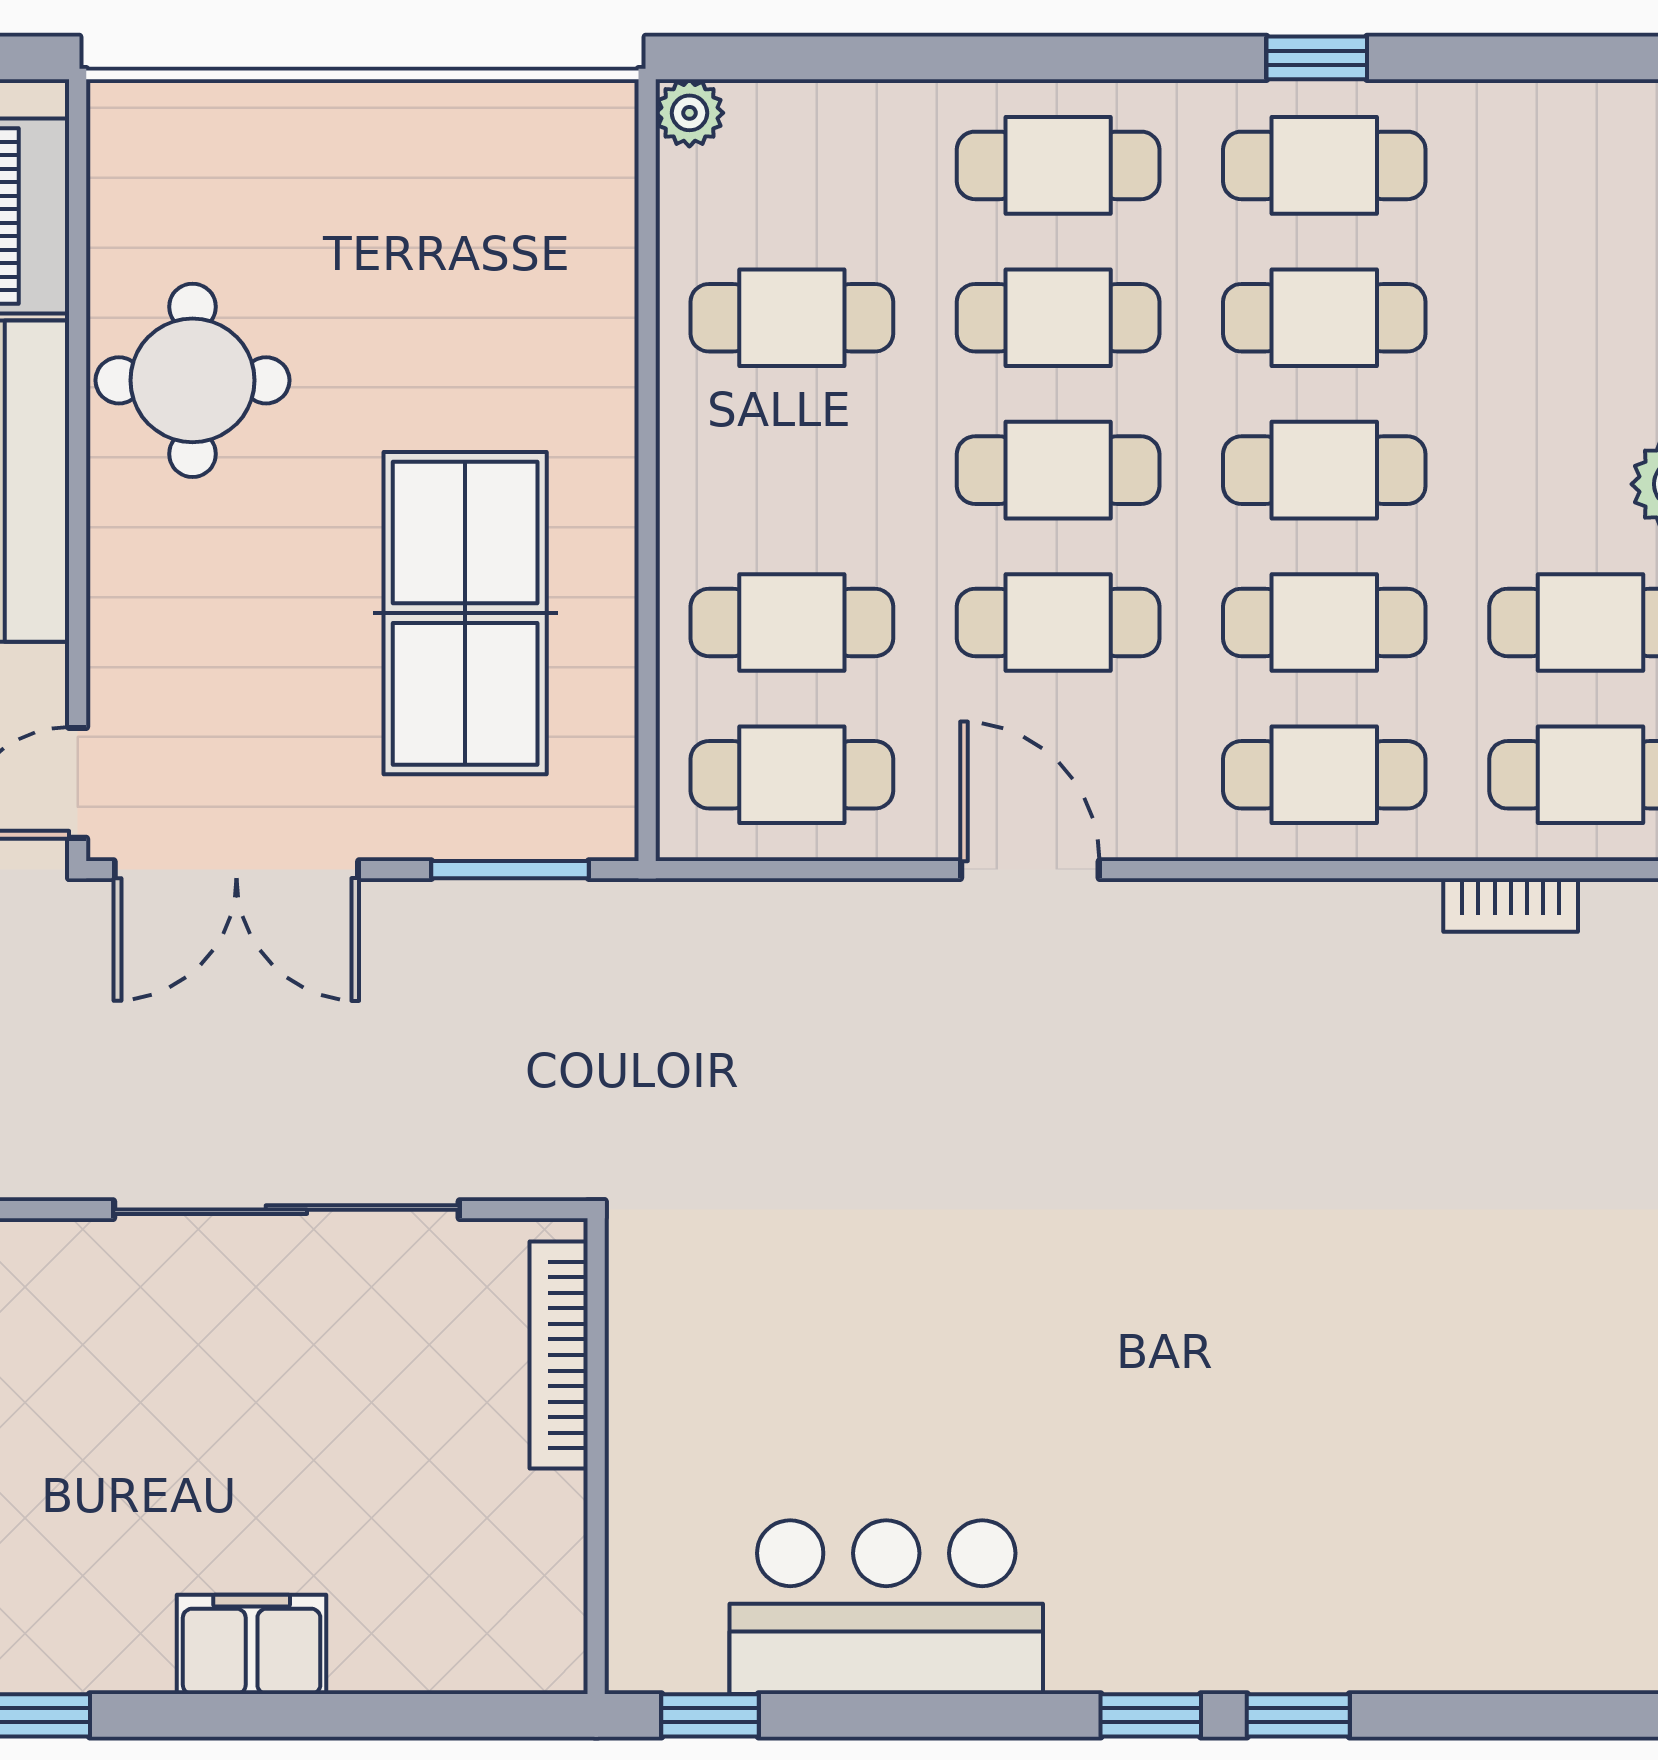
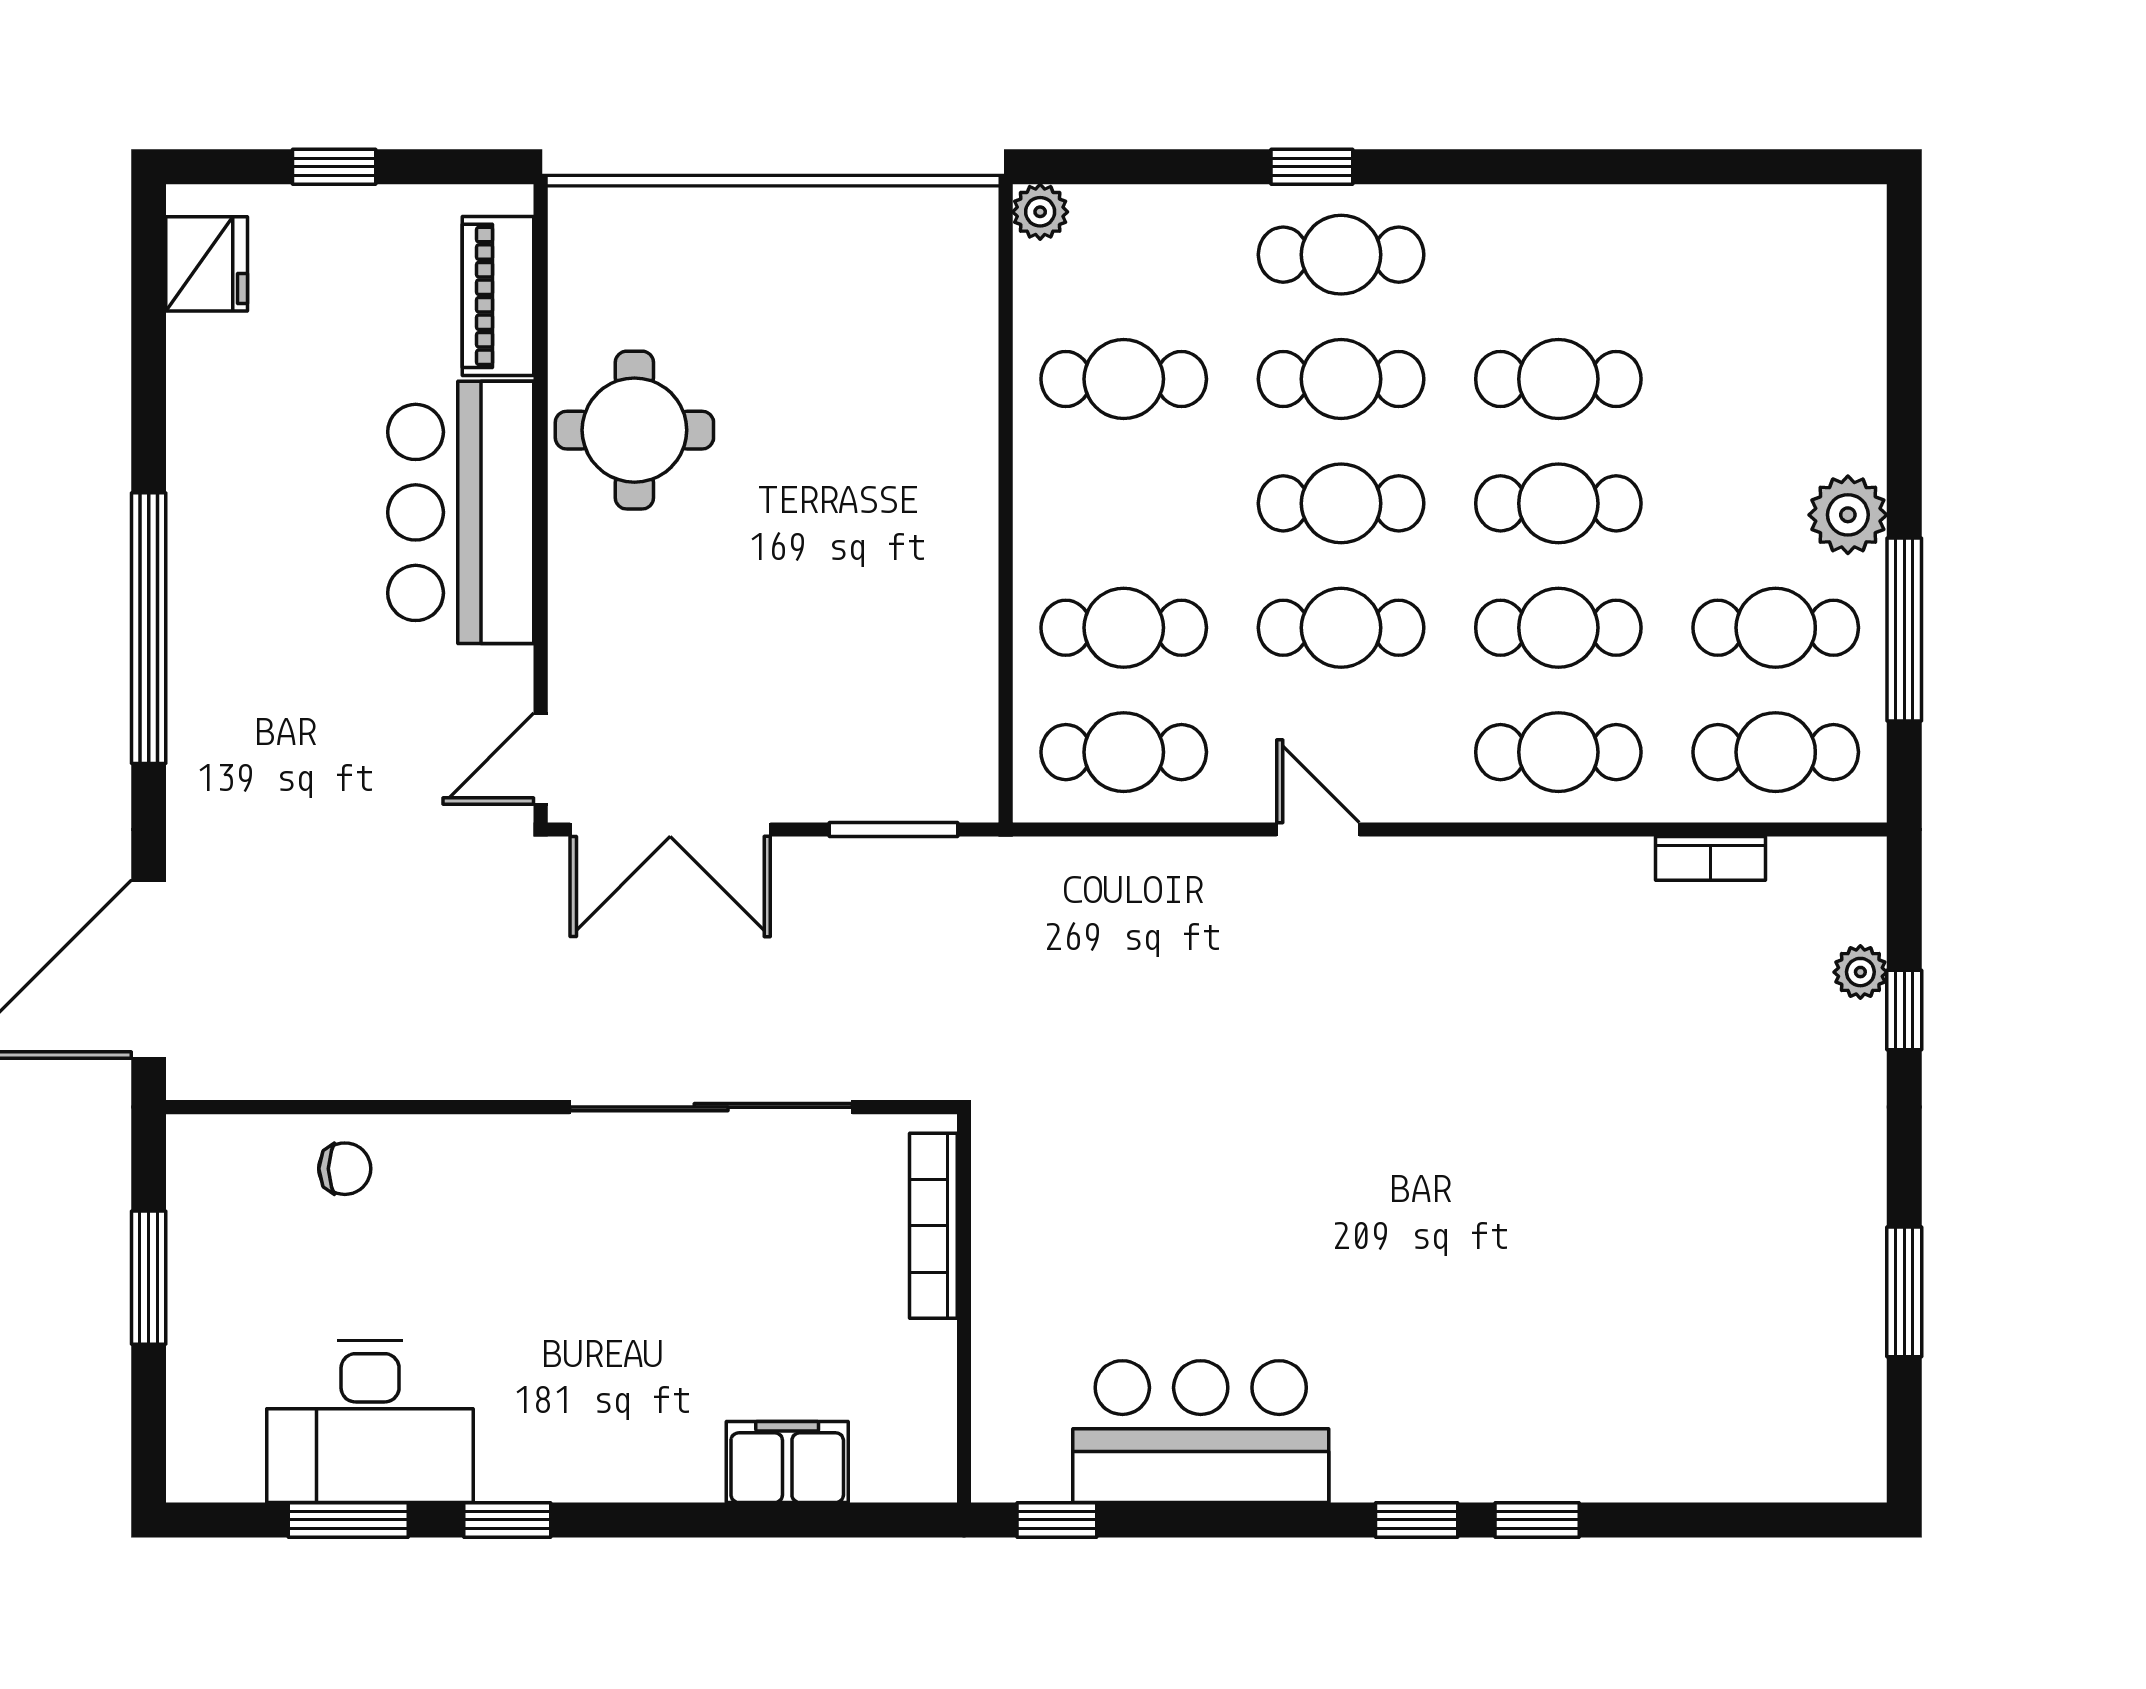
window: (1317, 58) -> (1312, 167), moved
cafe table: (1324, 165) -> (1558, 255), removed
table tennis table: (465, 613) -> (857, 620), removed
door: (1030, 870) -> (1318, 830), width x0.73
filing cabinet: (252, 1644) -> (787, 1462), moved

